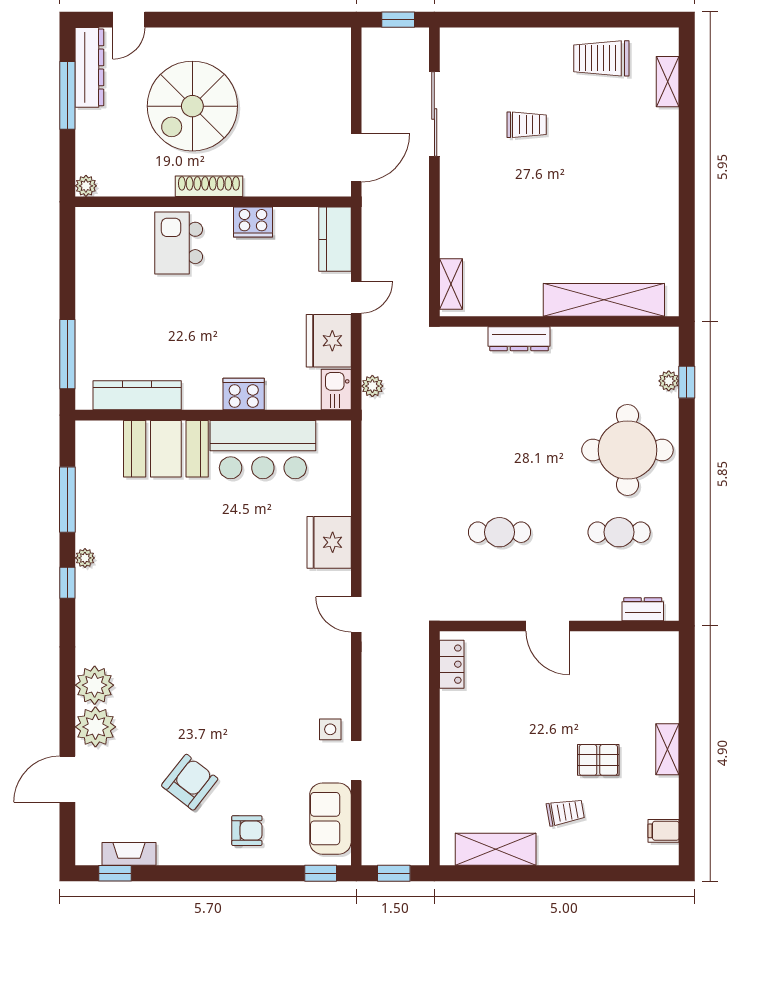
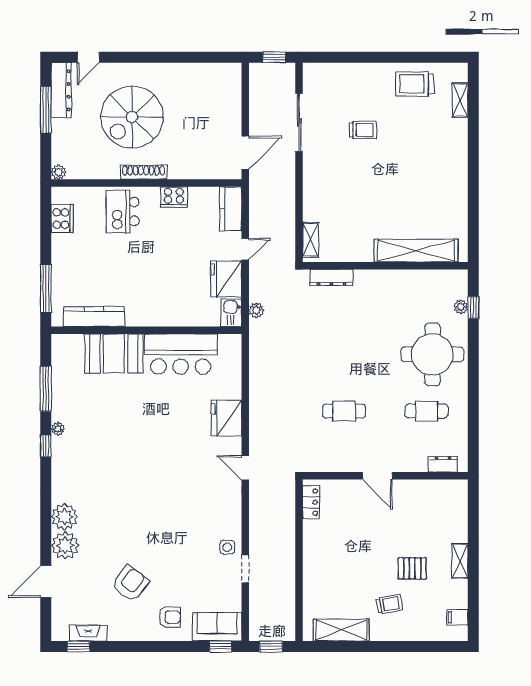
dresser: (519, 339) -> (331, 278), moved
cooker: (244, 394) -> (62, 218), moved, turned 90
sofa: (330, 819) -> (217, 627), moved, turned 90

